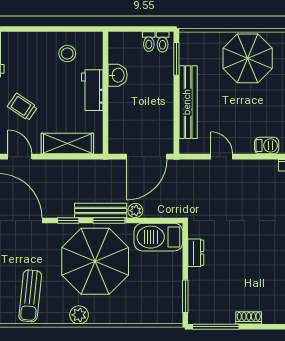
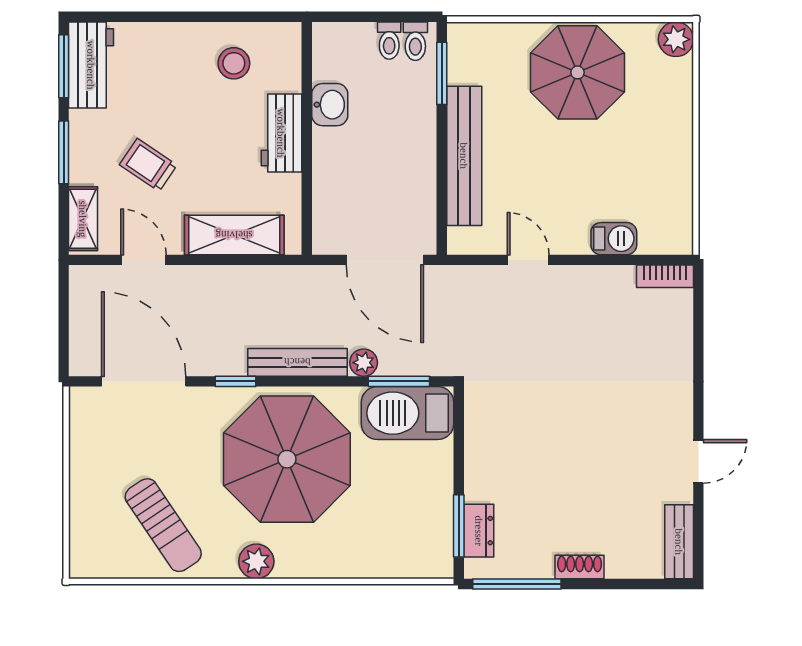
door: (147, 157) -> (385, 260), hinge flipped
window: (109, 220) -> (399, 381), moved
dresser: (196, 253) -> (479, 531), moved
sun lounger: (30, 296) -> (163, 525), turned -40

